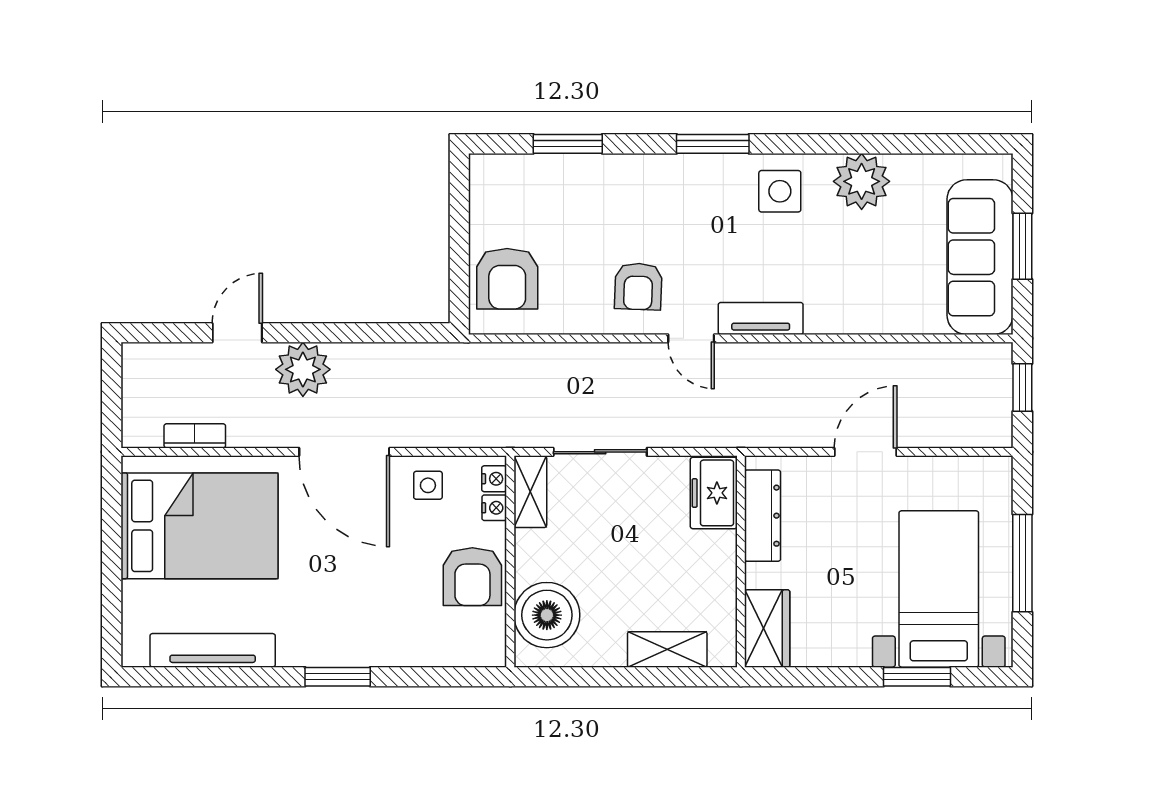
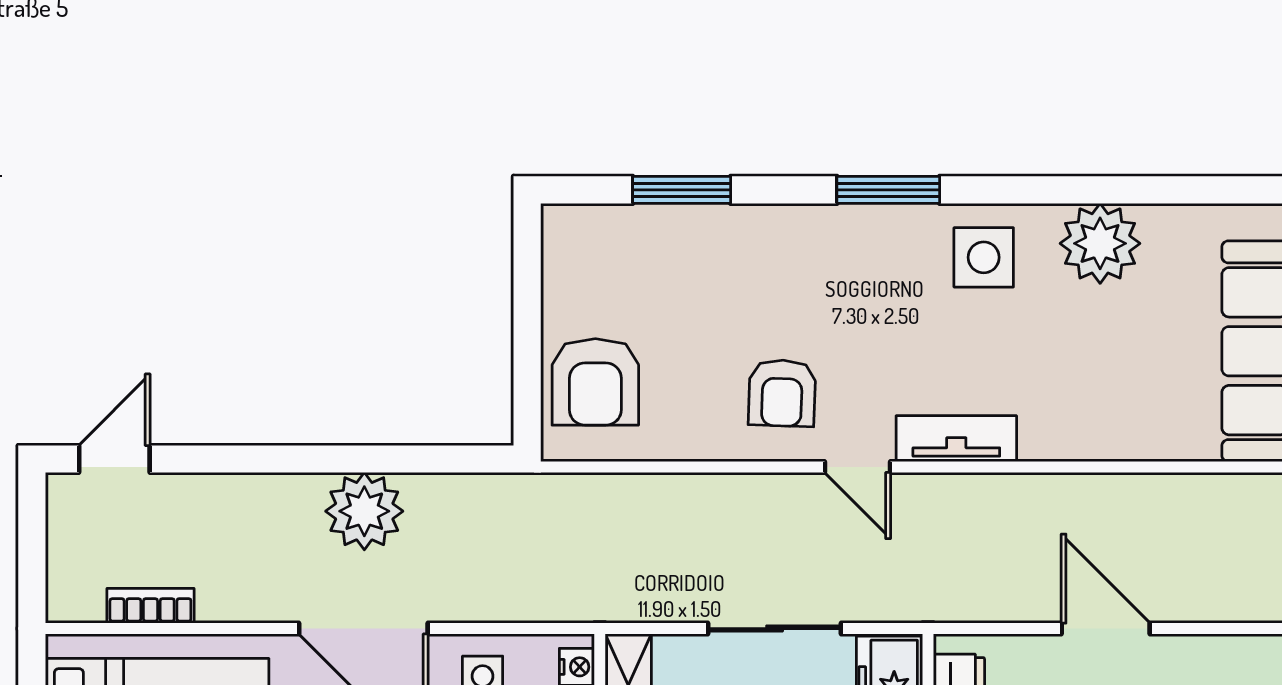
door: (237, 333) -> (114, 459), moved
plant: (303, 369) -> (364, 511), moved
sliding door: (600, 452) -> (775, 629), moved
door: (866, 452) -> (1106, 629), hinge flipped

